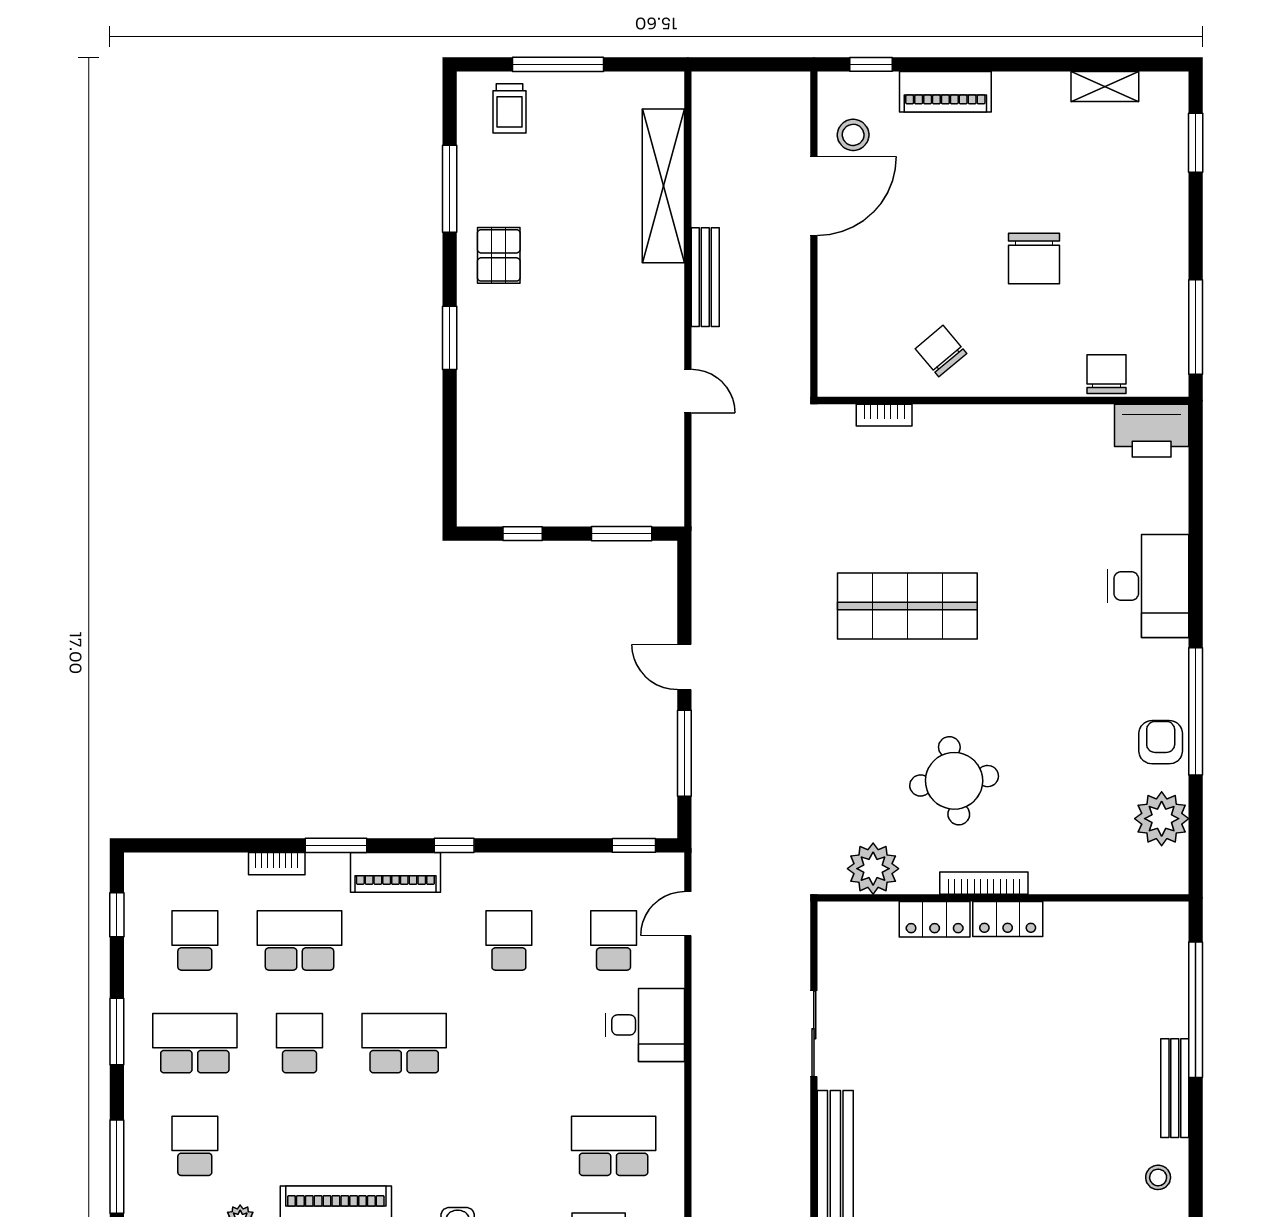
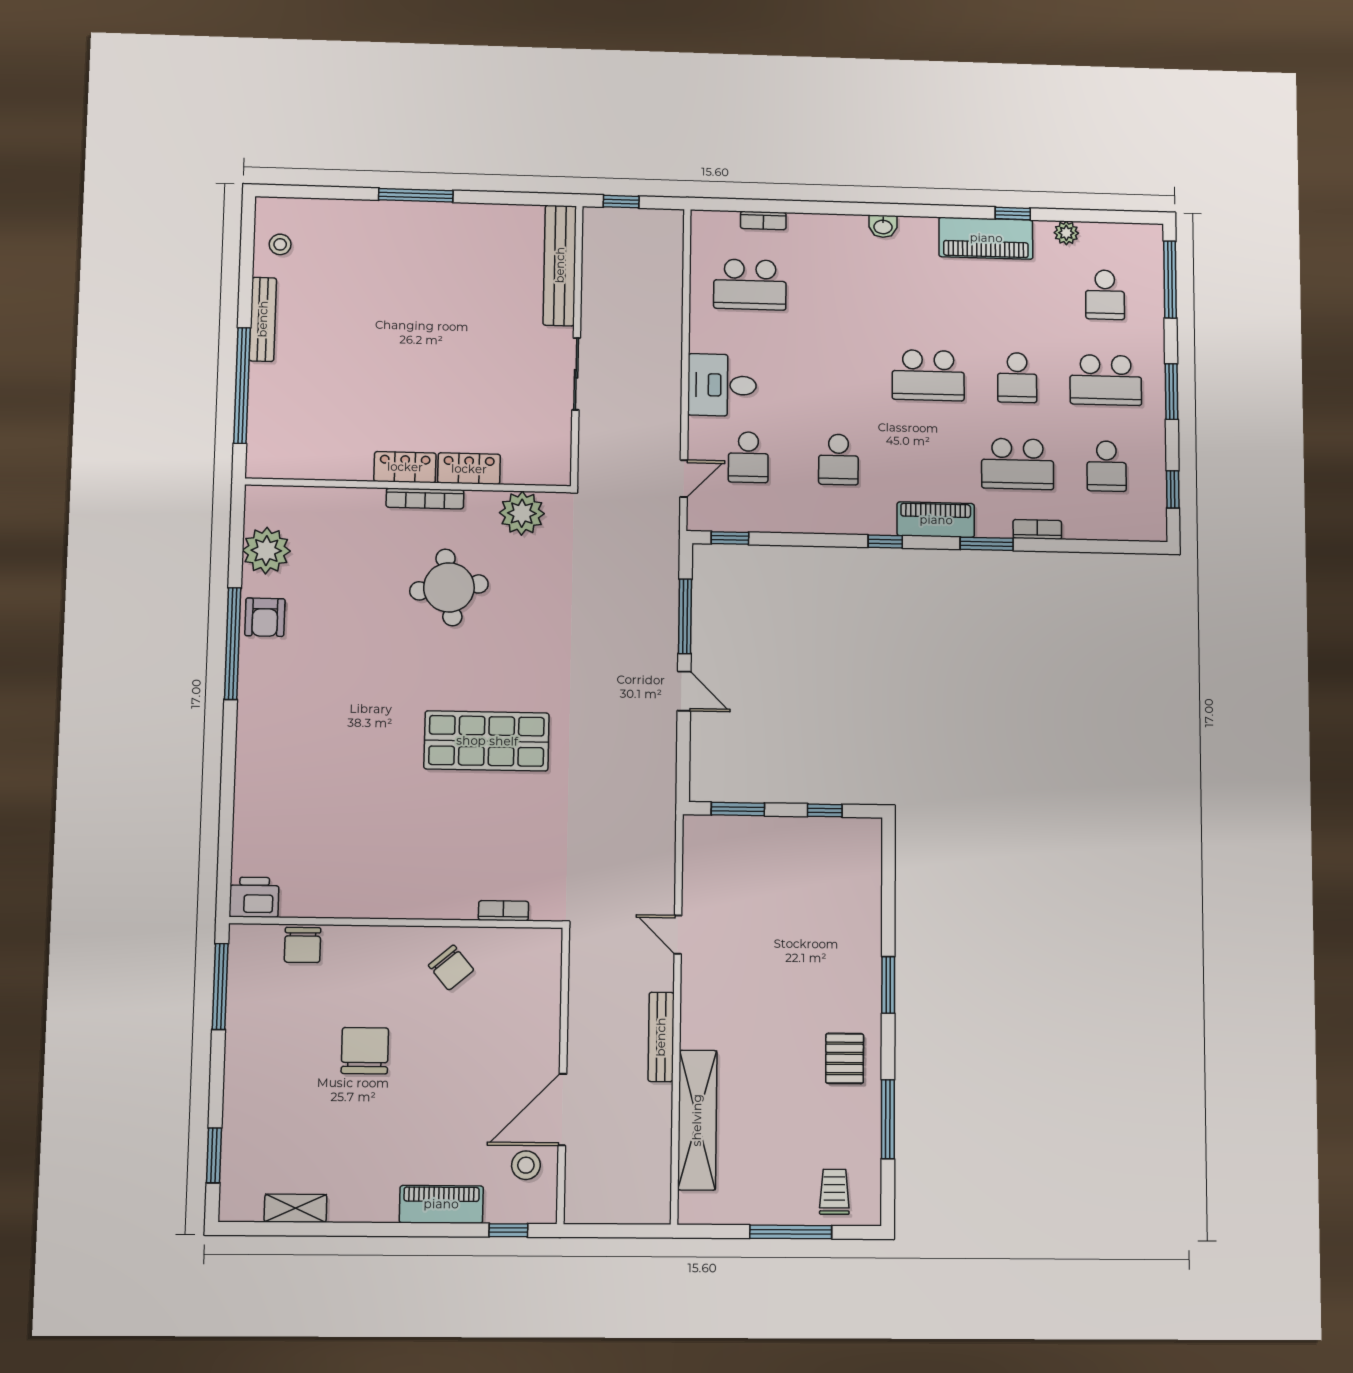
printer: (1152, 431) -> (254, 897), width x0.73, depth x0.84
desk: (1148, 586) -> (271, 755), removed

